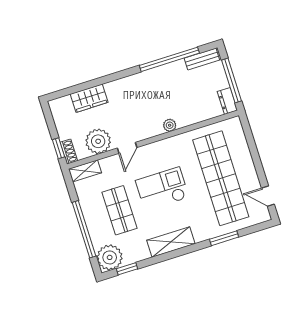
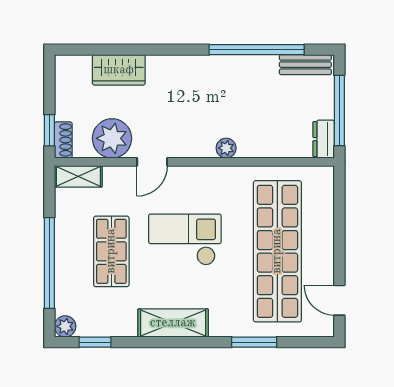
plant: (110, 257) -> (65, 326), width x0.53, depth x0.53

